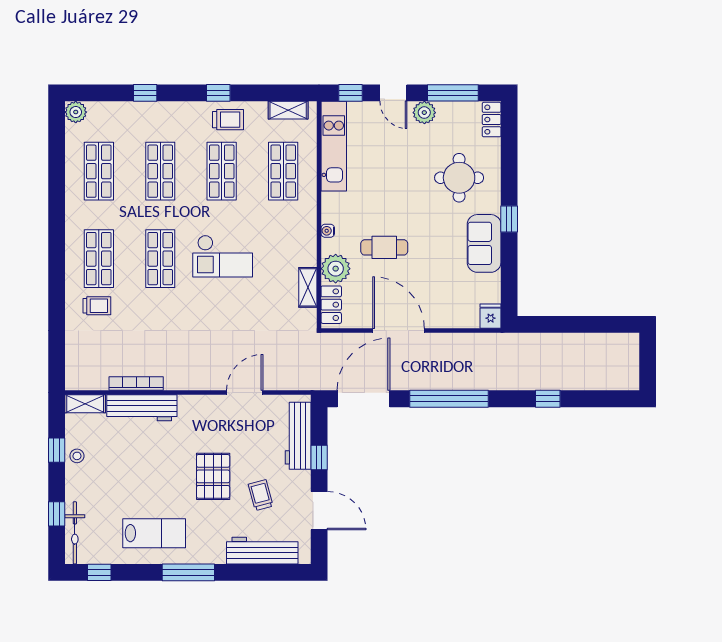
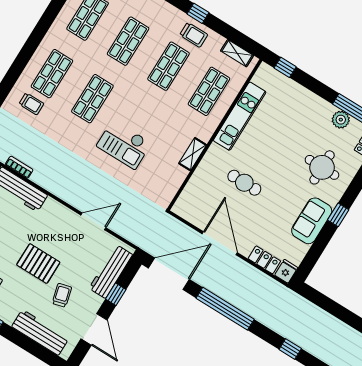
door: (393, 93) -> (313, 85), removed
plant: (424, 113) -> (341, 120), moved
kitchen unit: (334, 146) -> (240, 116), moved
water cooler: (328, 231) -> (214, 149), removed
checkout: (223, 256) -> (124, 144), moved
plant: (336, 269) -> (204, 177), removed
shelving: (308, 287) -> (193, 154), moved
locker: (331, 305) -> (264, 260), moved, turned -90
bookcase: (136, 384) -> (19, 167), width x0.64
pallet: (213, 476) -> (38, 264), turned 90

